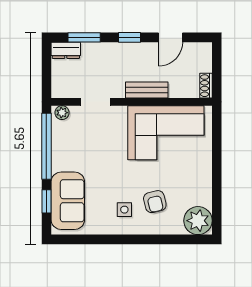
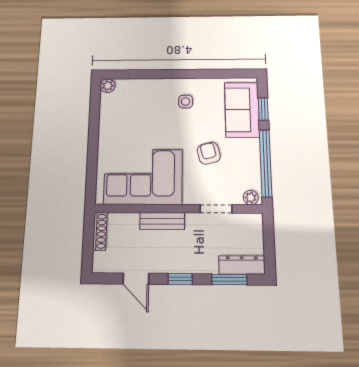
door: (170, 37) -> (136, 279), swing flipped
dresser: (66, 50) -> (242, 265), width x1.44
shoe rack: (206, 86) -> (100, 231), width x1.43
armchair: (155, 202) -> (209, 153), moved
plant: (198, 221) -> (108, 86), width x0.53, depth x0.53

